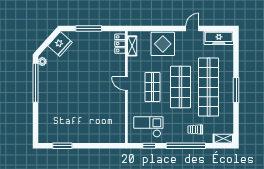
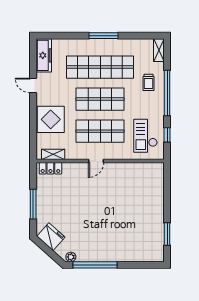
shop shelf: (152, 87) -> (100, 131), width x1.43, depth x1.36

